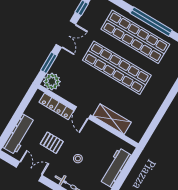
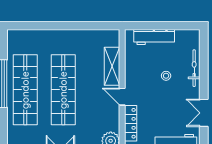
door: (82, 113) -> (122, 97), swing flipped
pallet: (52, 143) -> (166, 108), removed

